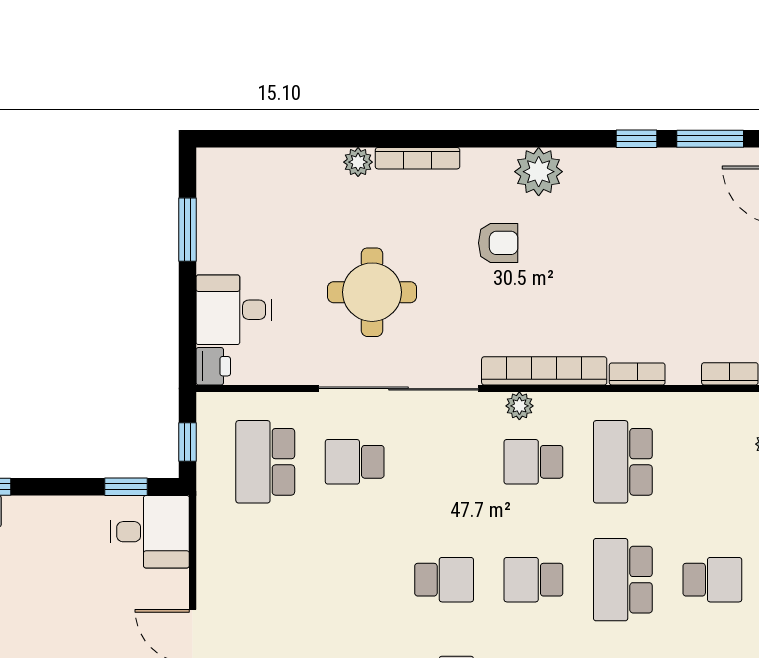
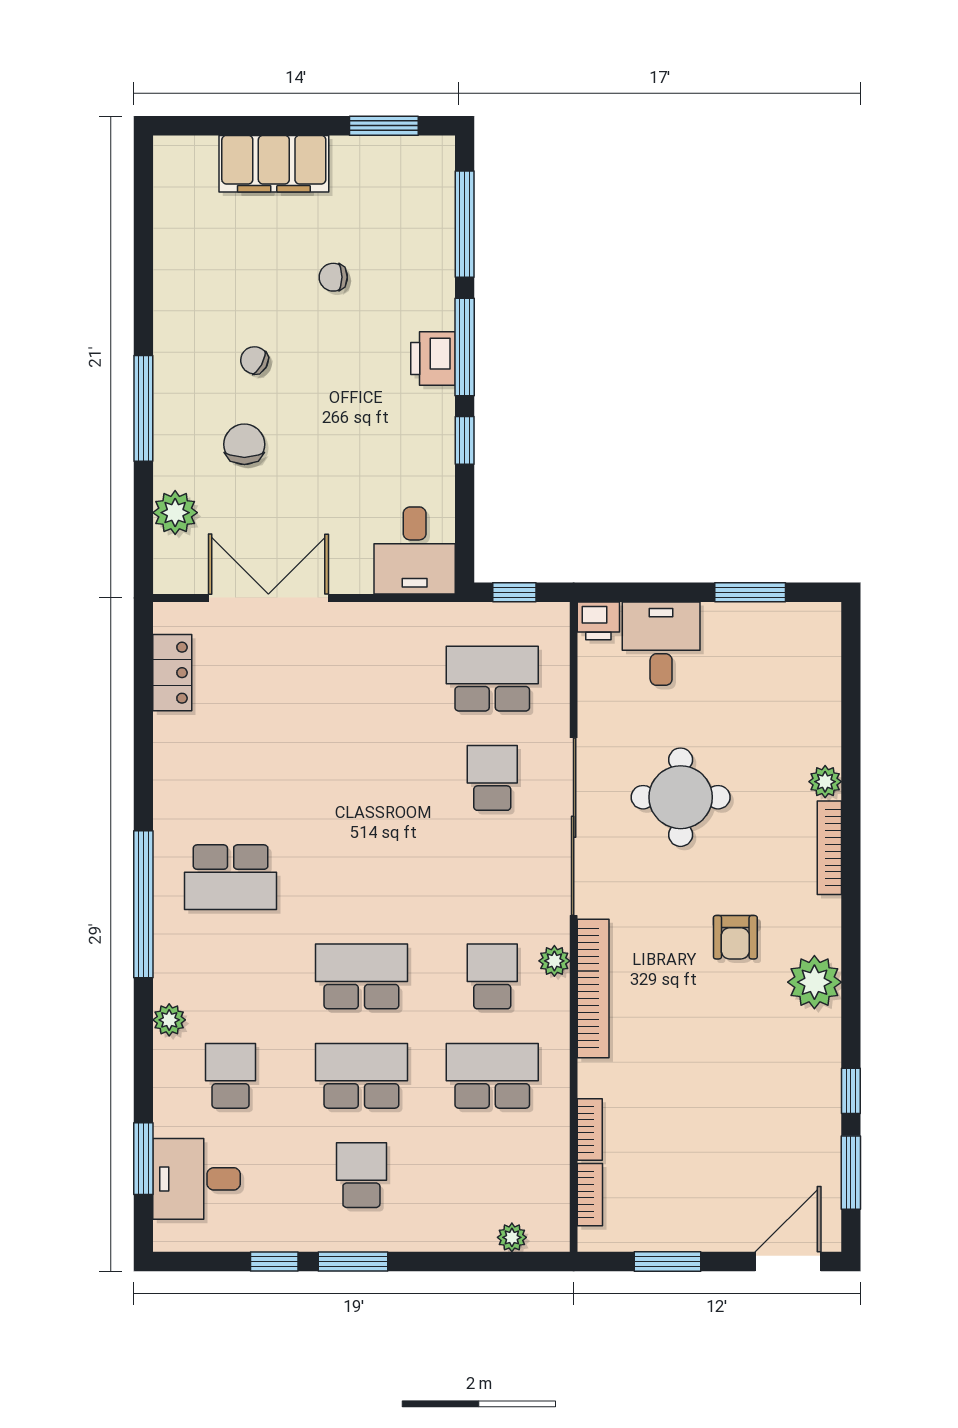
bookcase: (637, 374) -> (590, 1129), moved
window: (126, 487) -> (465, 440), moved
school desk: (444, 580) -> (361, 877), removed
school desk: (533, 580) -> (361, 976), width x1.85
school desk: (712, 580) -> (361, 1175), turned 180

